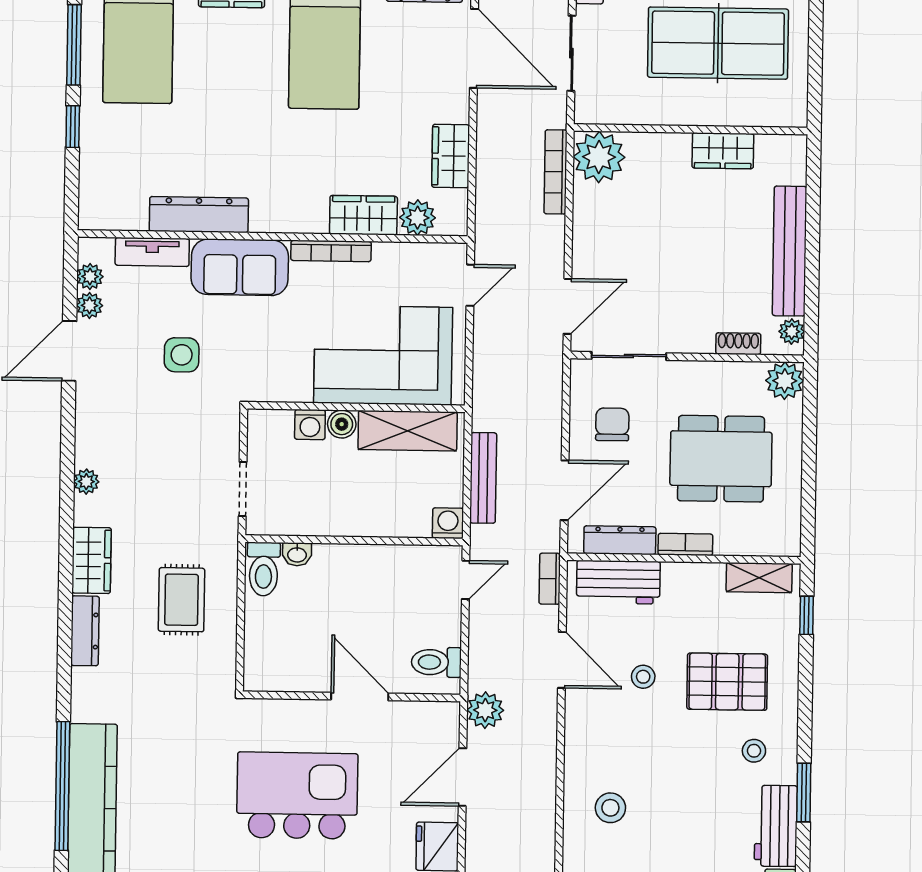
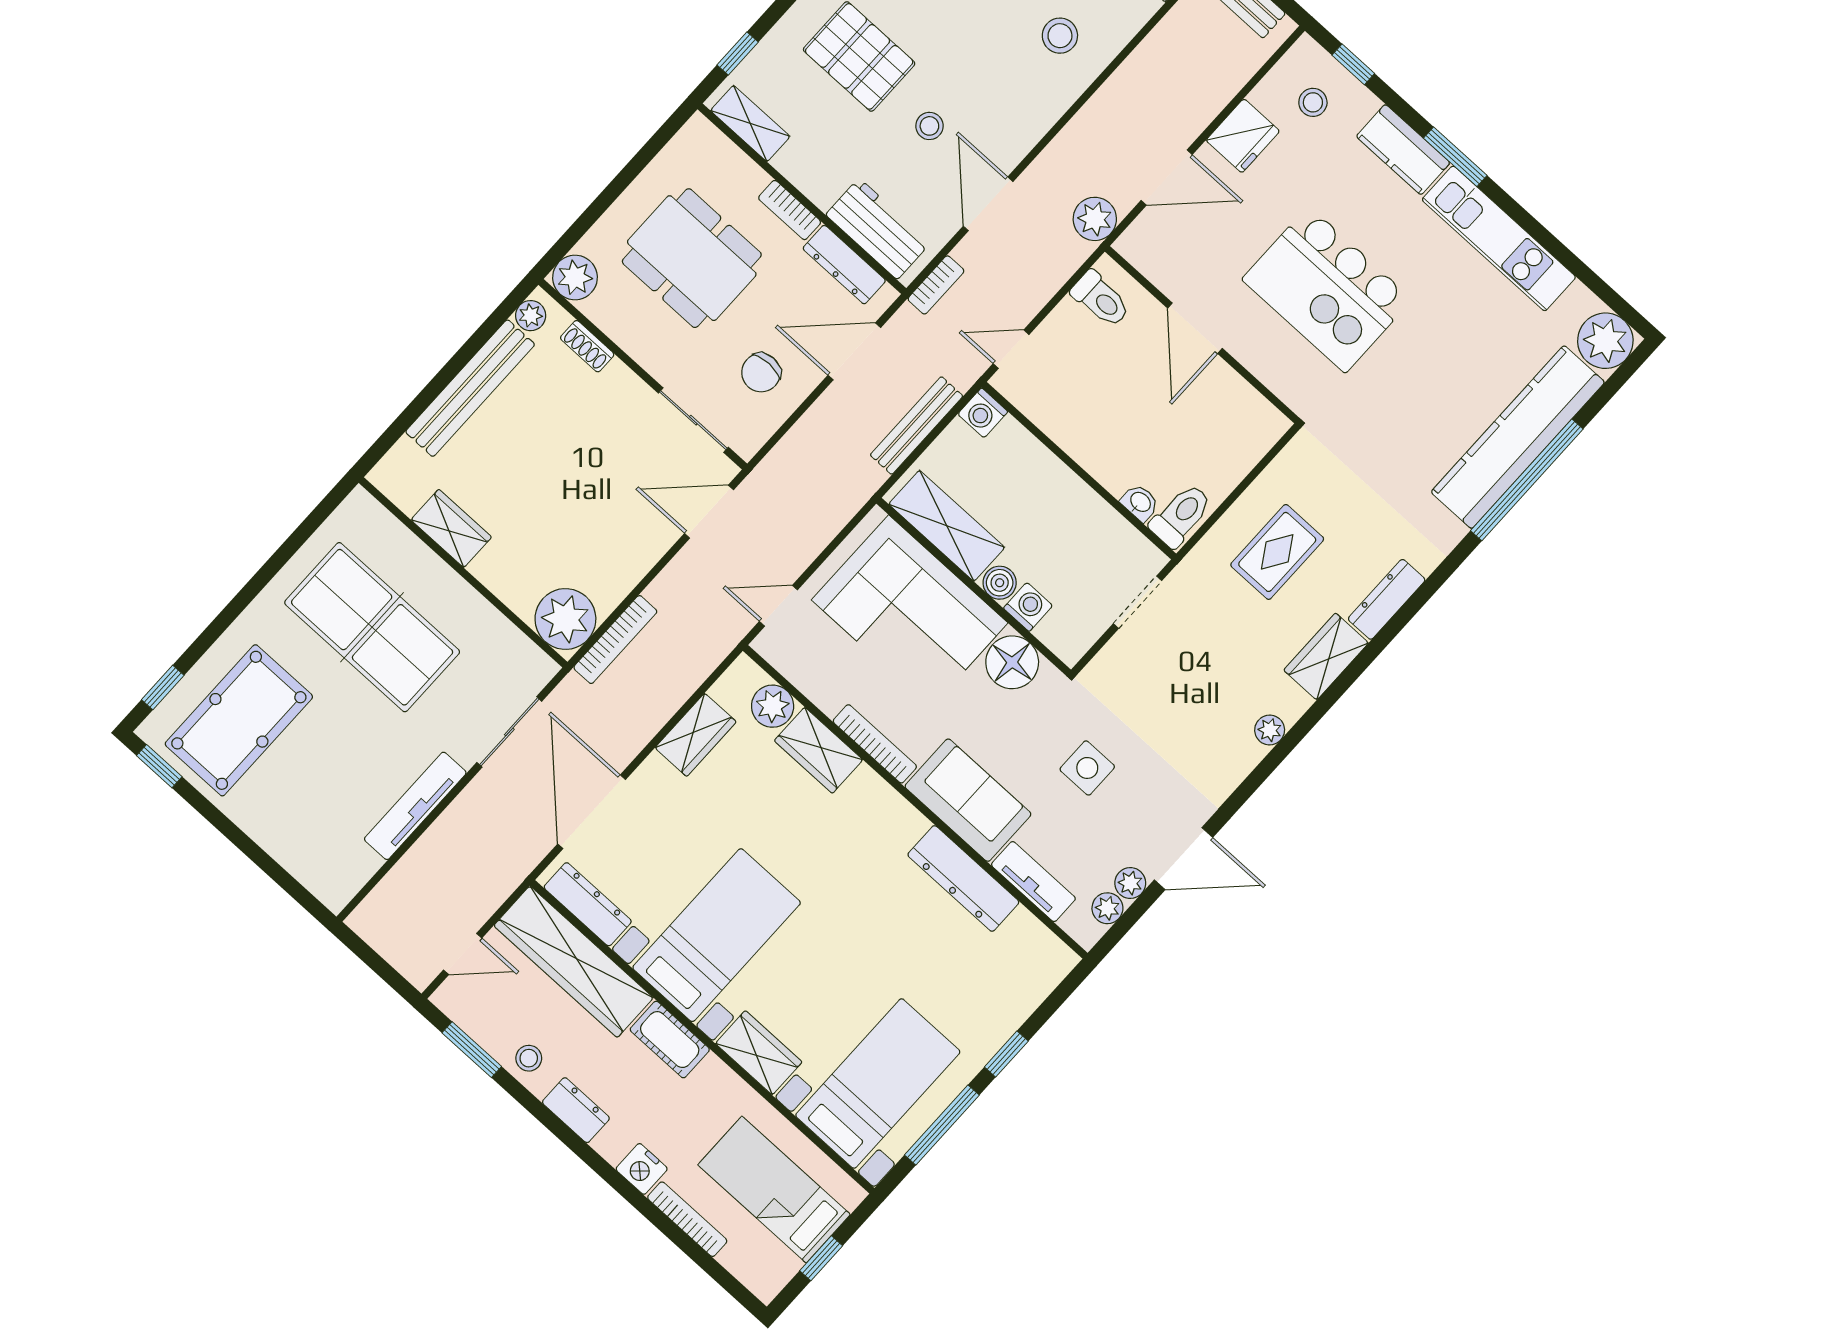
floor lamp: (289, 380) -> (1012, 662), added

